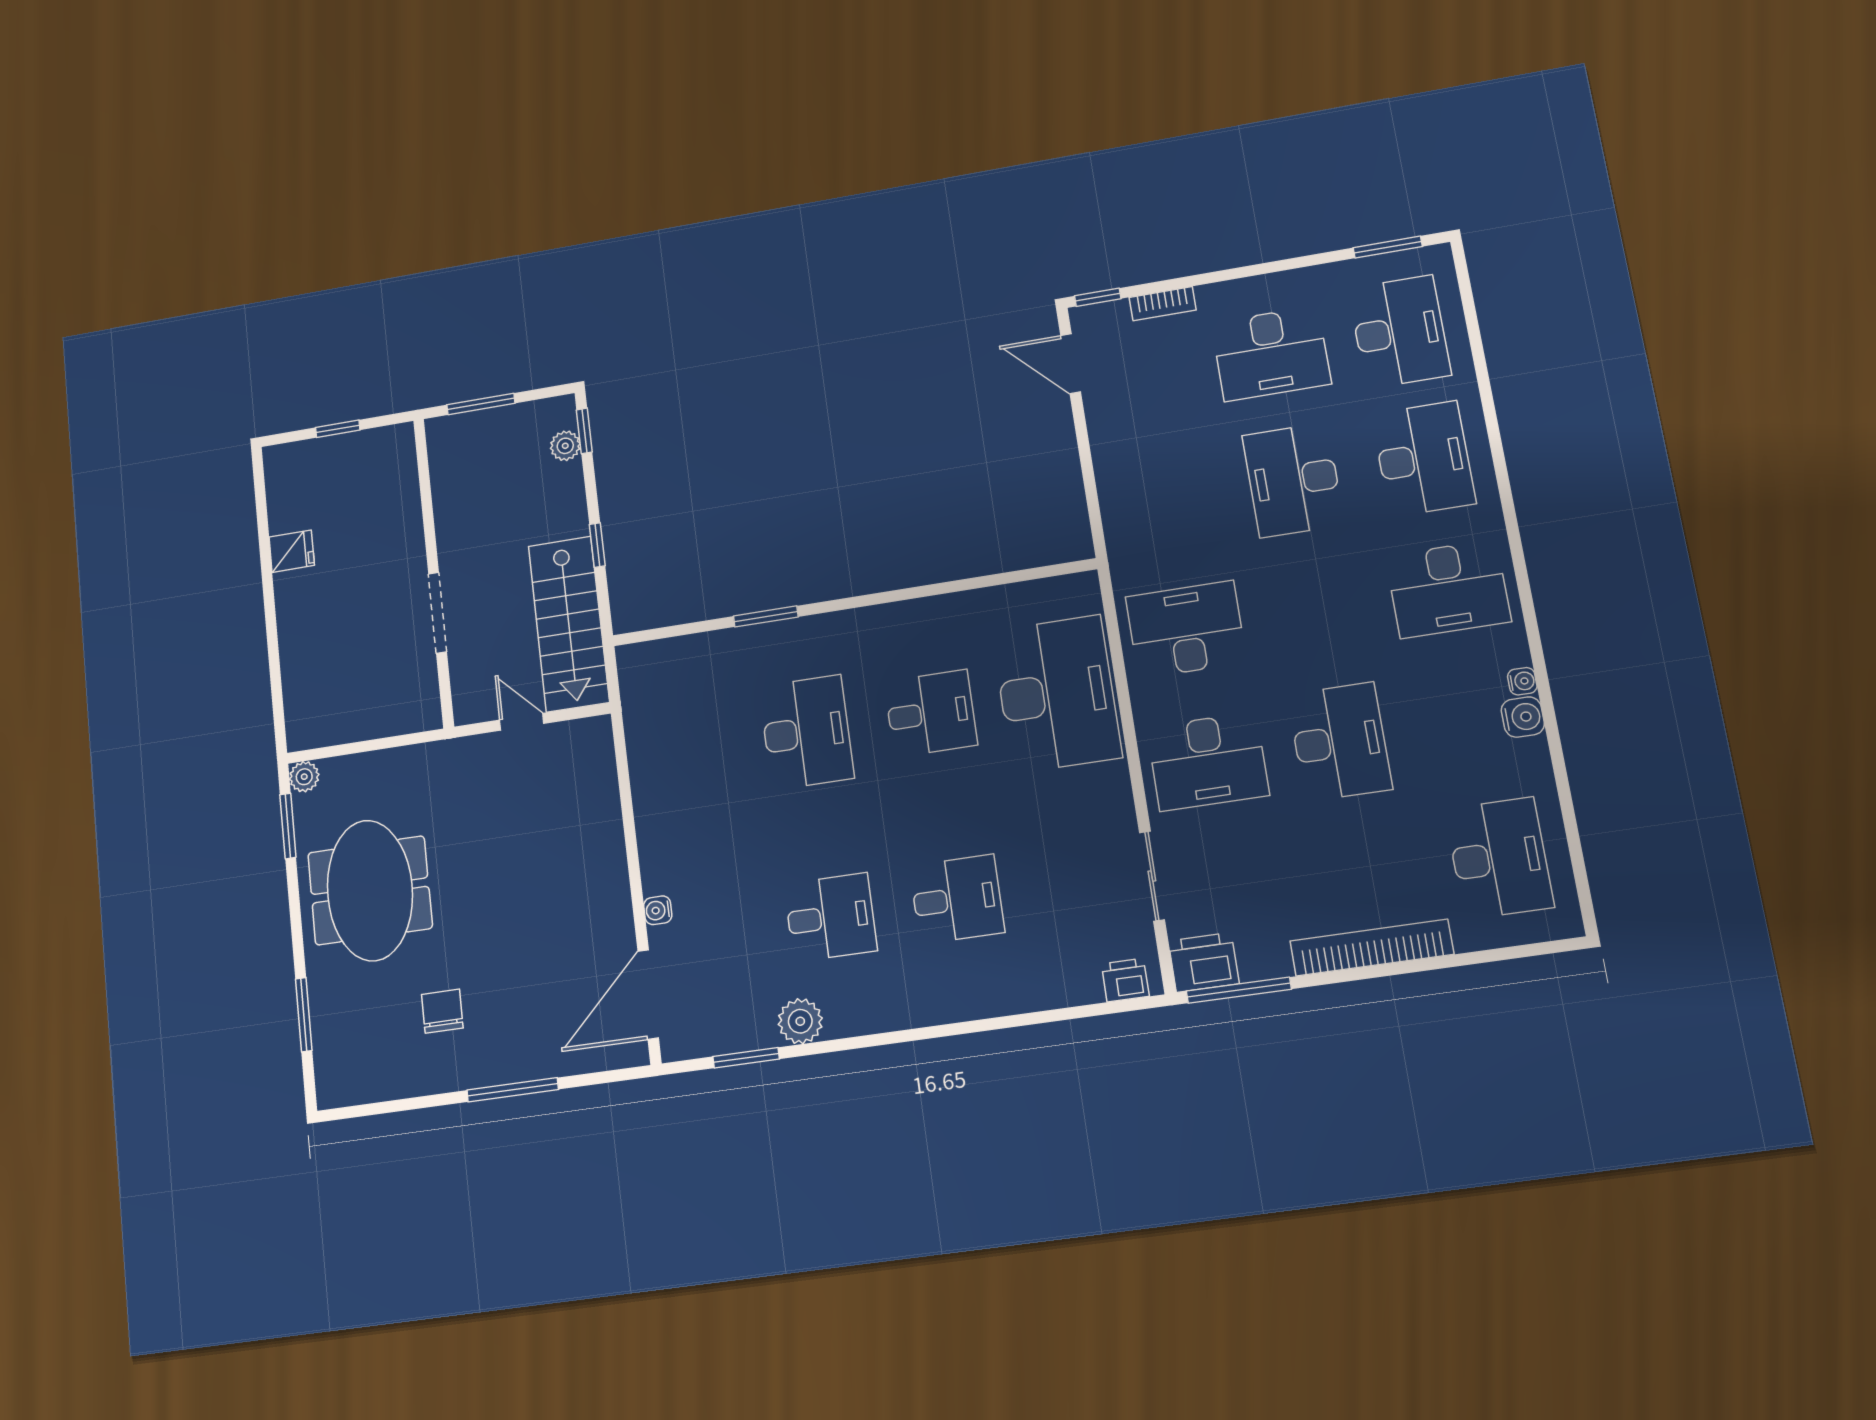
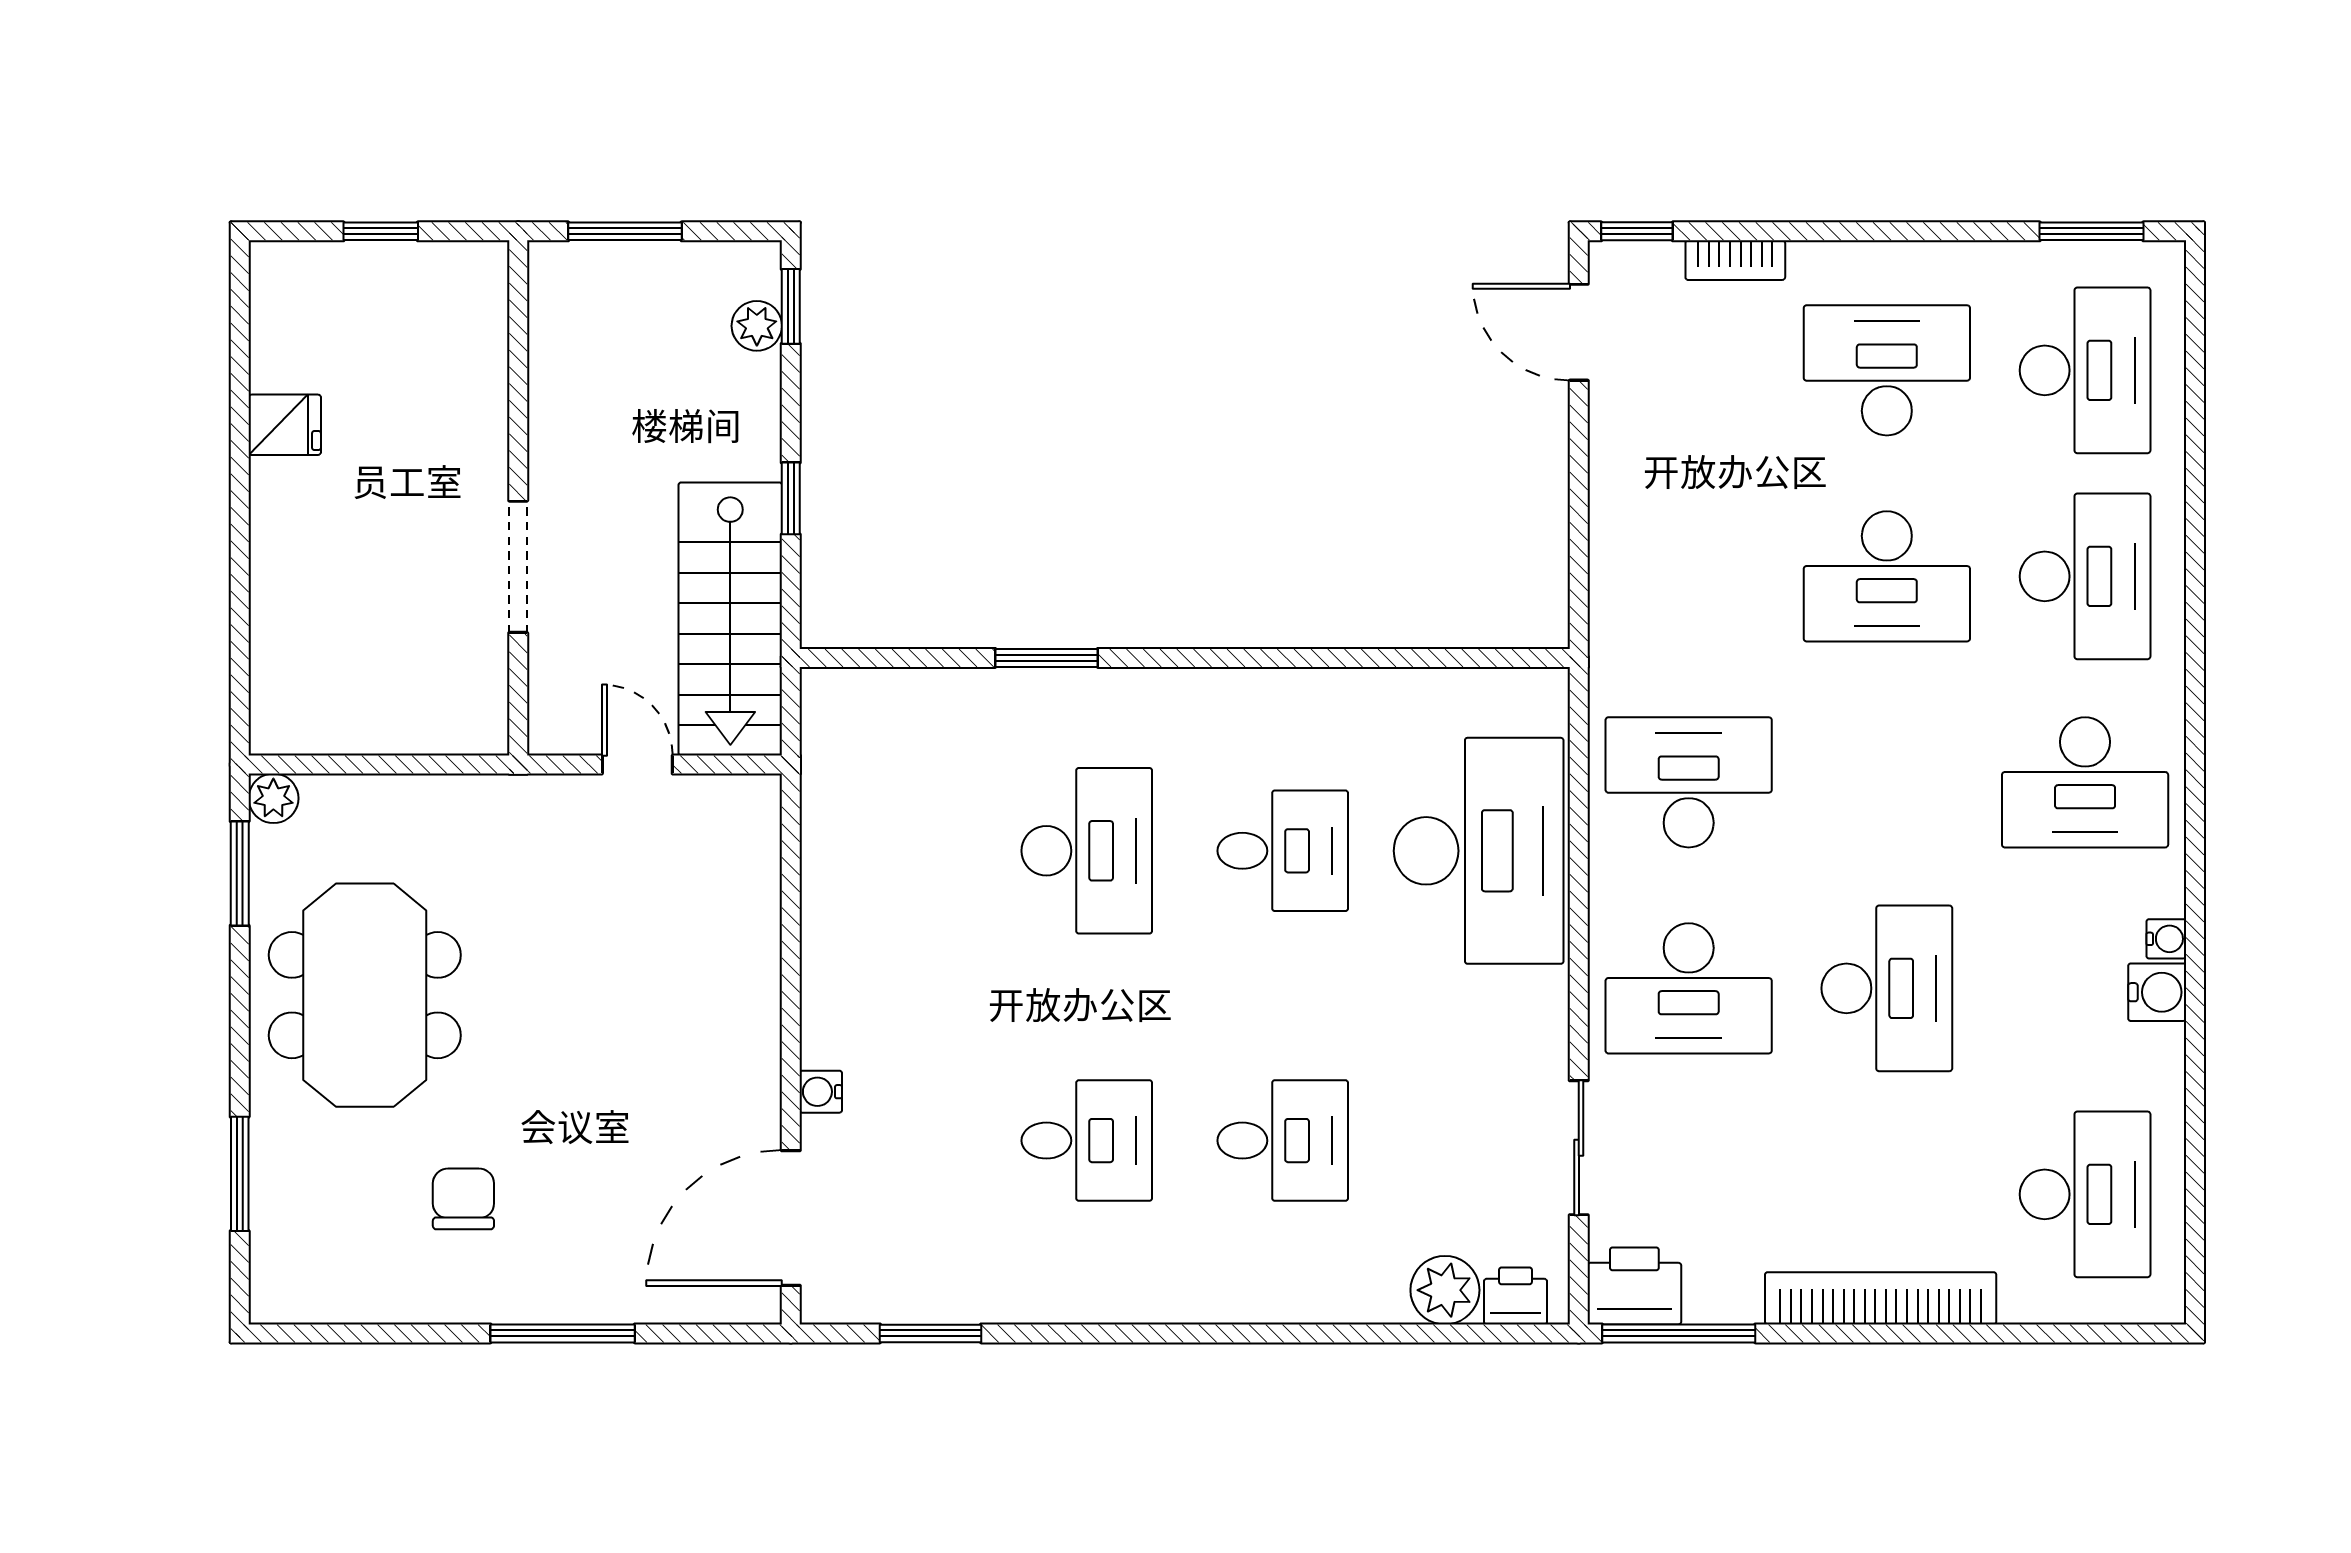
desk: (1271, 354) -> (1887, 370), turned 180
desk: (1293, 480) -> (1887, 576), turned -90
plant: (800, 1021) -> (1445, 1290), moved

